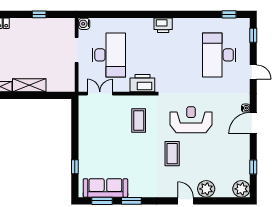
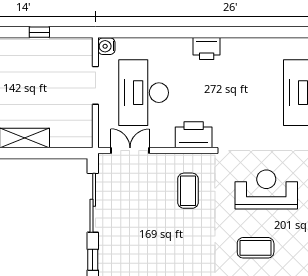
printer: (163, 25) -> (207, 48), moved
desk: (109, 55) -> (144, 93), turned 180
sliding door: (75, 129) -> (93, 203), added
coffee table: (172, 154) -> (256, 248), moved, turned 90

